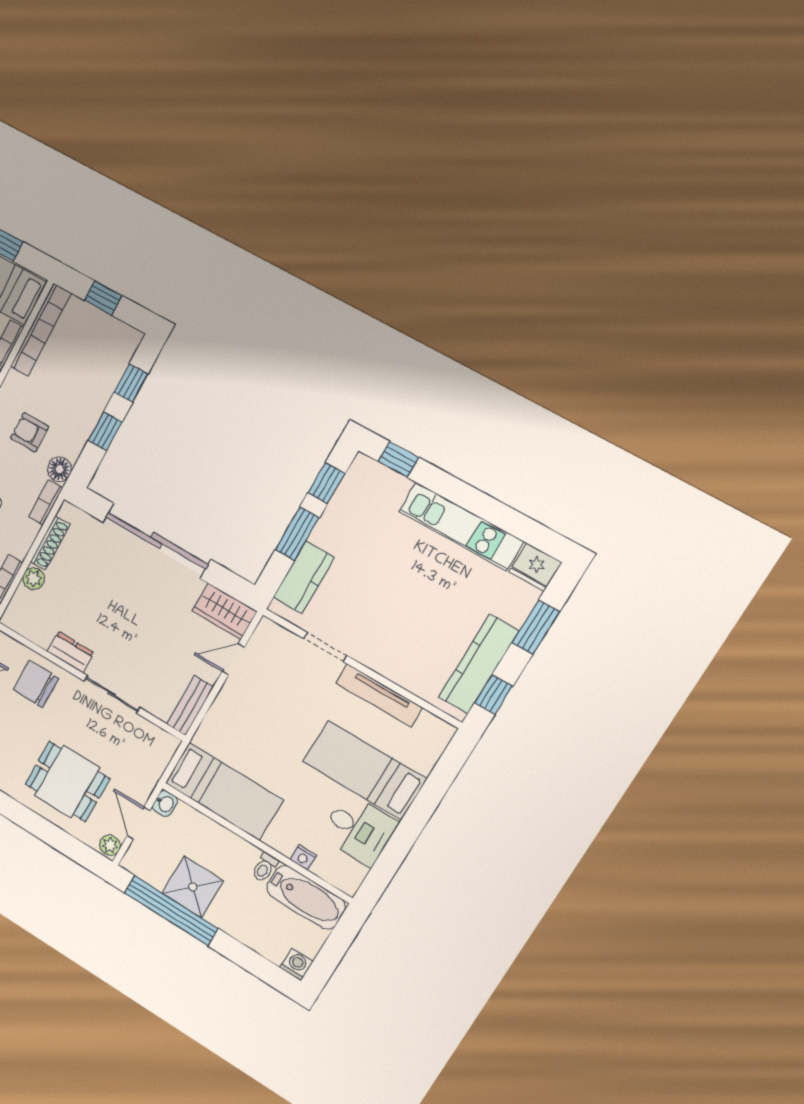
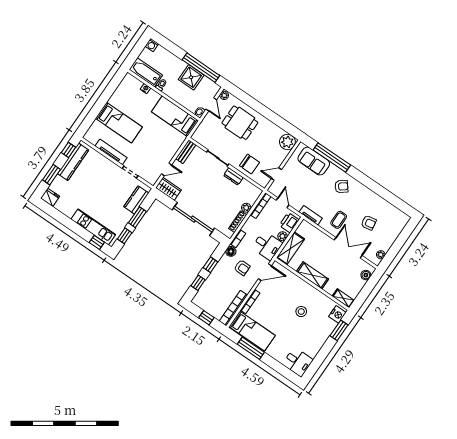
kitchen unit: (461, 526) -> (93, 227), moved
desk: (359, 830) -> (123, 99), removed

